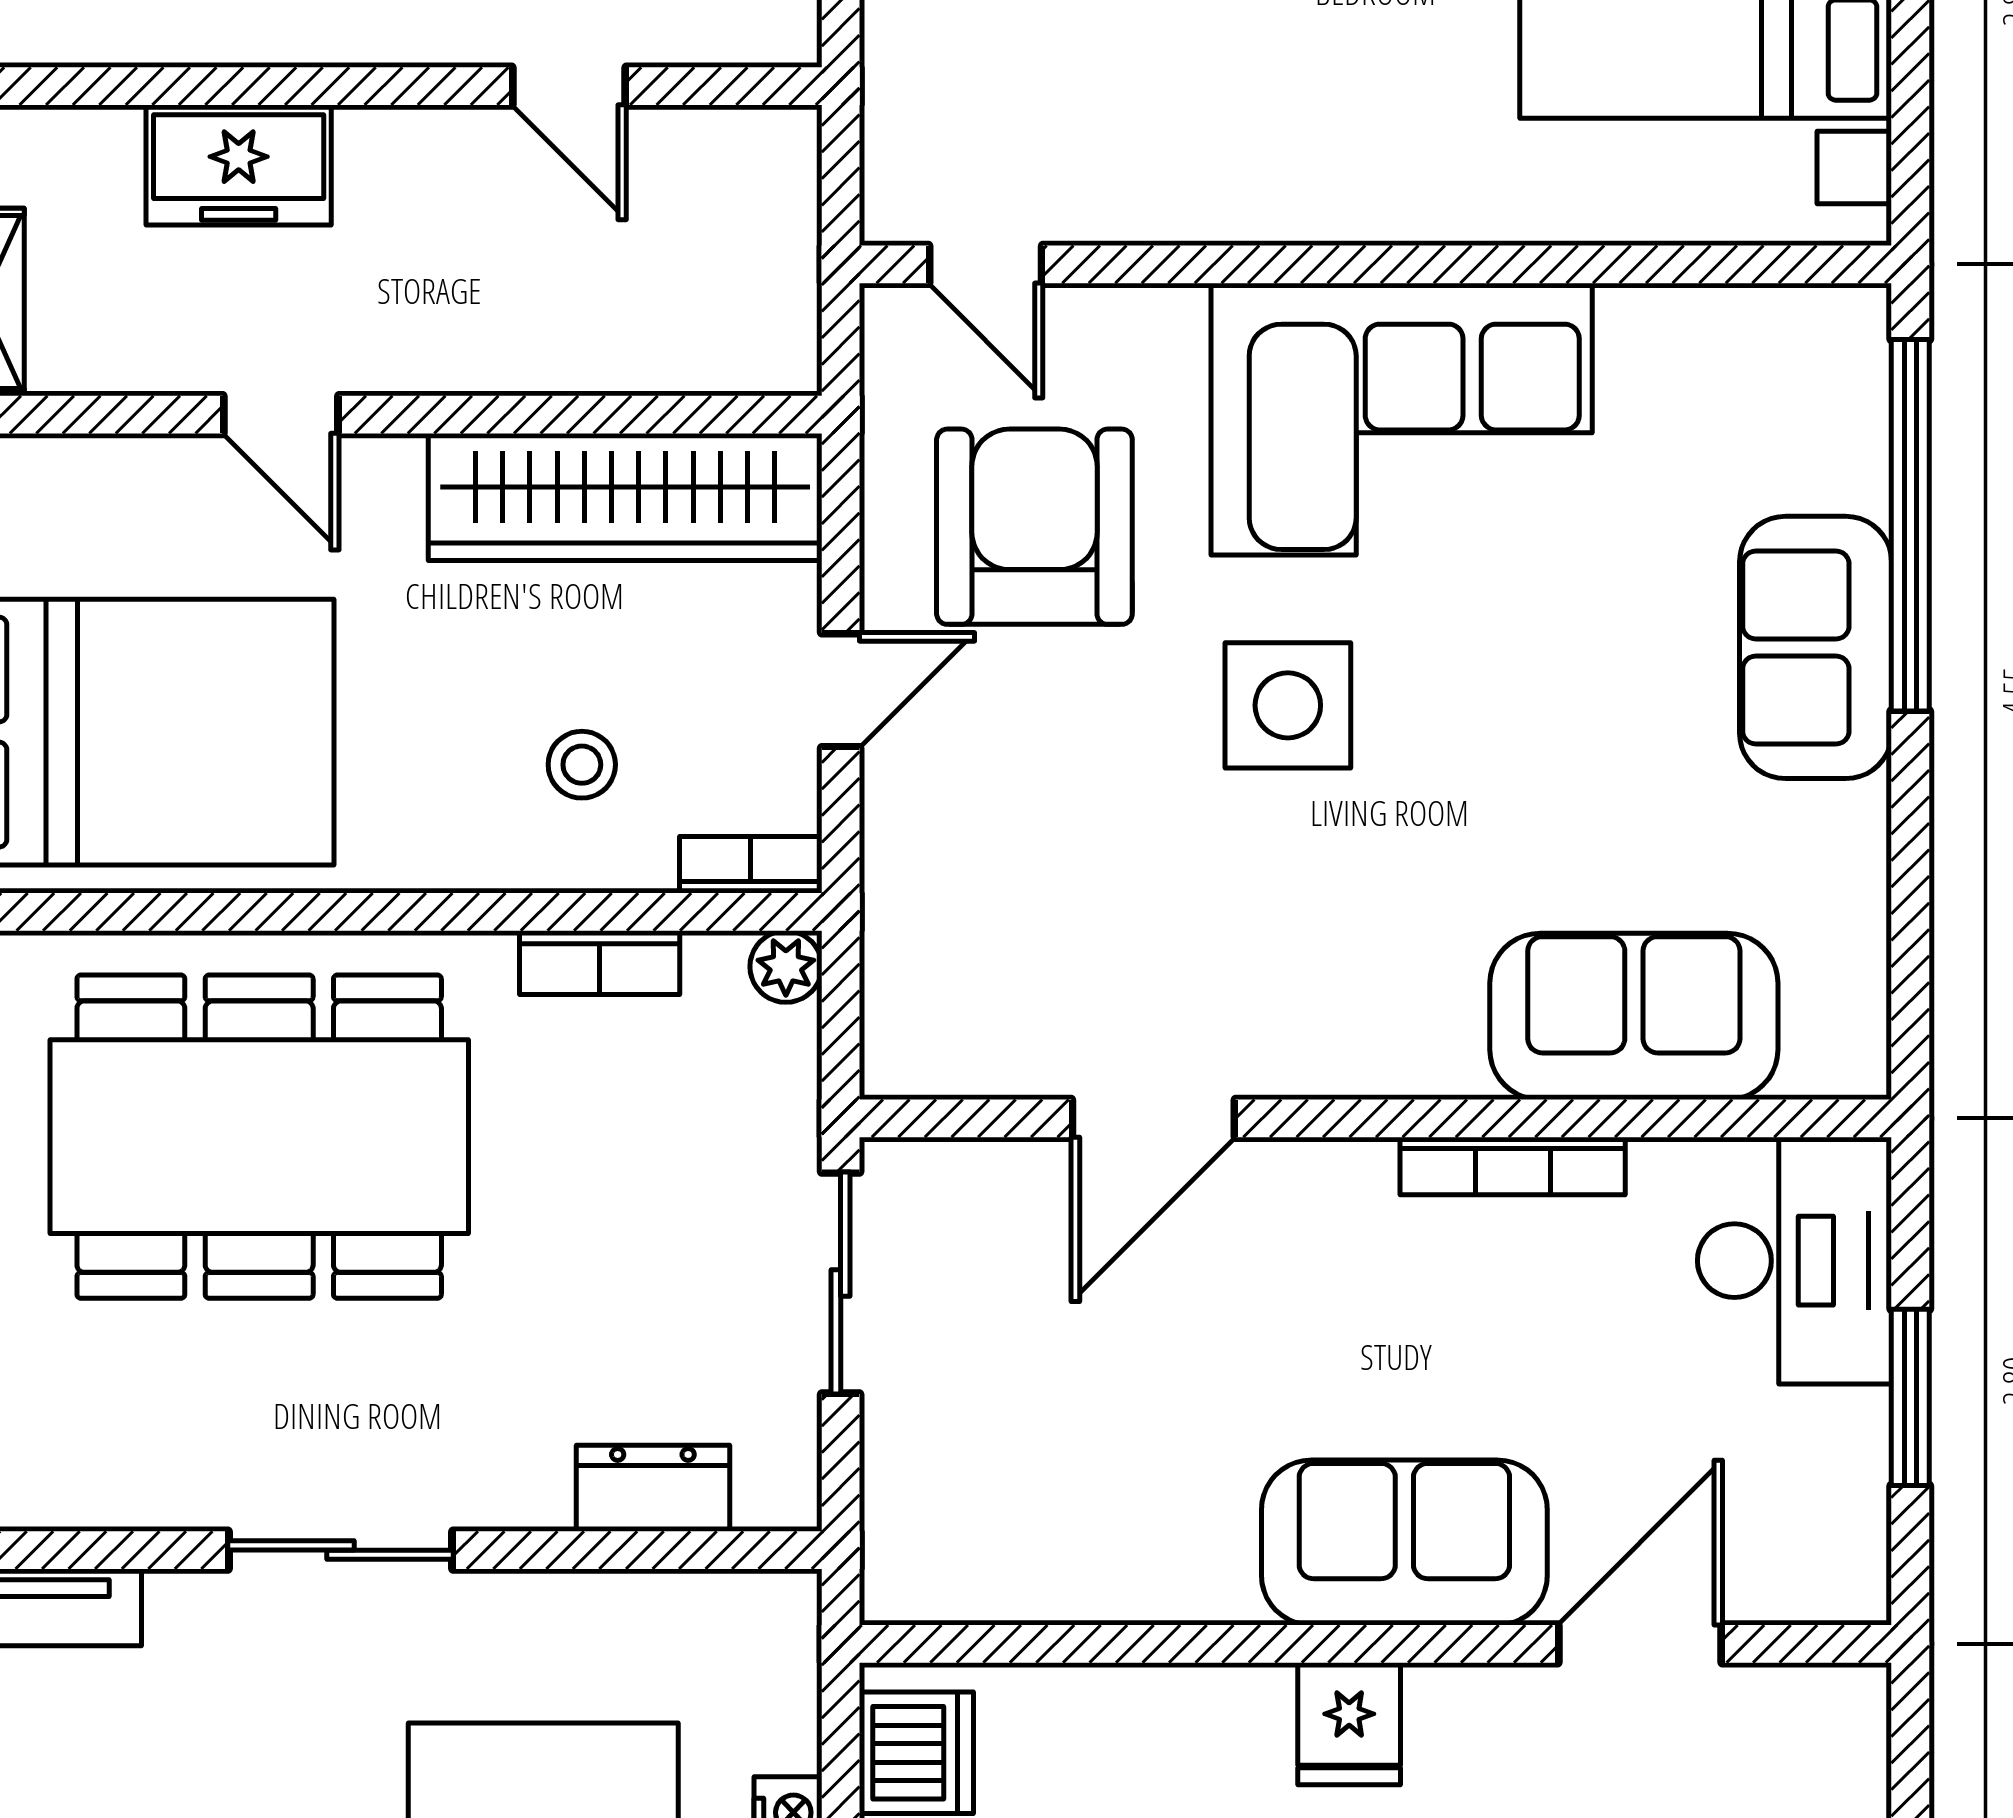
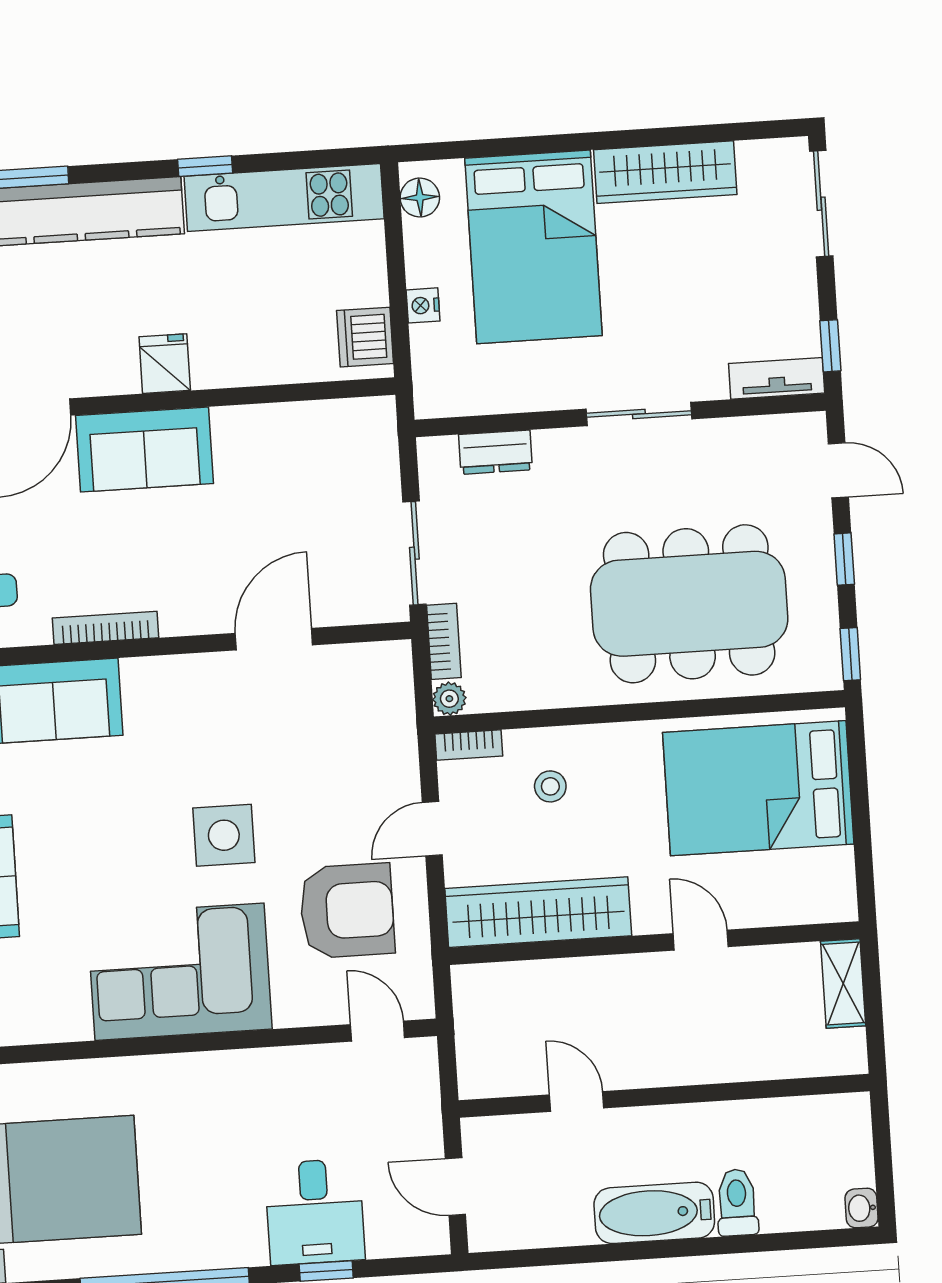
freezer: (239, 165) -> (728, 1055), removed
armchair: (1034, 527) -> (347, 911), turned -90
bookcase: (600, 963) -> (444, 641), moved, turned 90

